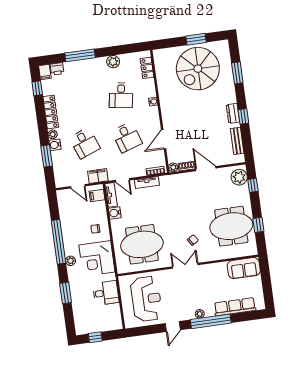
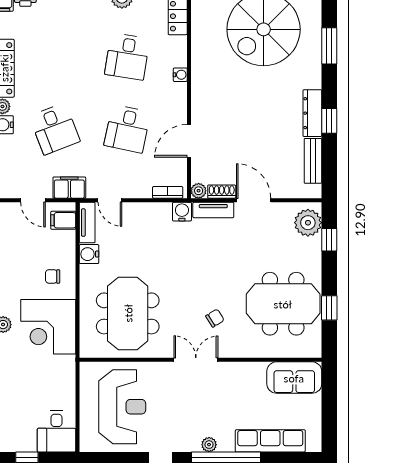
dresser: (233, 113) -> (312, 113), width x1.44
desk: (127, 137) -> (127, 129), turned 30
water cooler: (165, 181) -> (182, 212), added
tv unit: (147, 182) -> (213, 210), moved
meeting table: (142, 244) -> (128, 313), turned 90
desk: (106, 293) -> (56, 431), moved, turned 90

